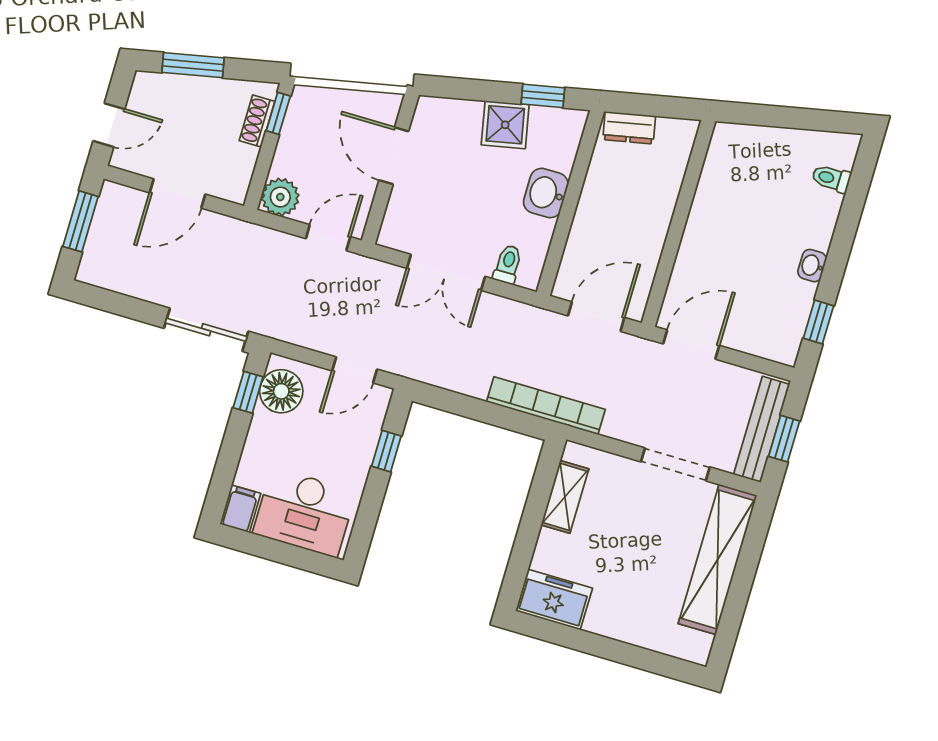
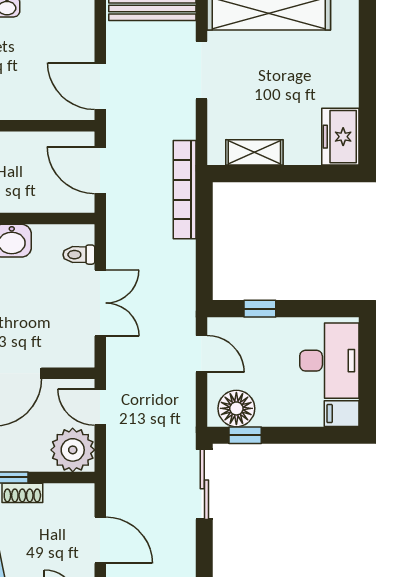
plant: (280, 197) -> (73, 450), width x1.36, depth x1.36

